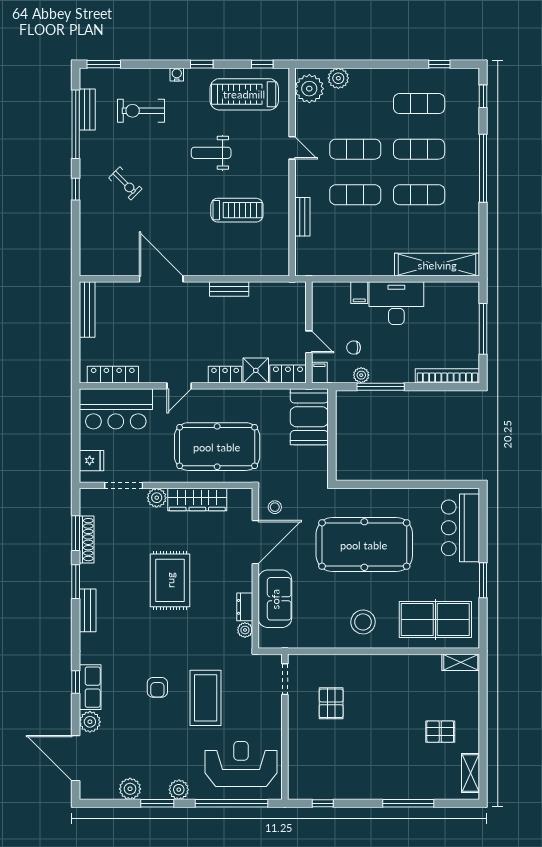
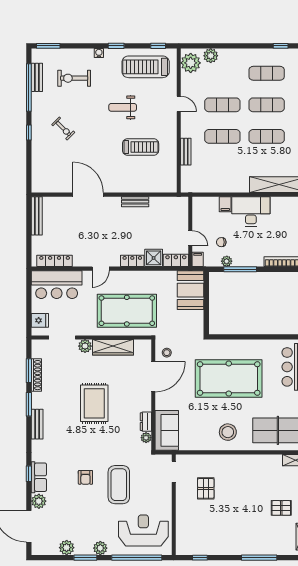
sofa: (275, 599) -> (167, 430), moved

